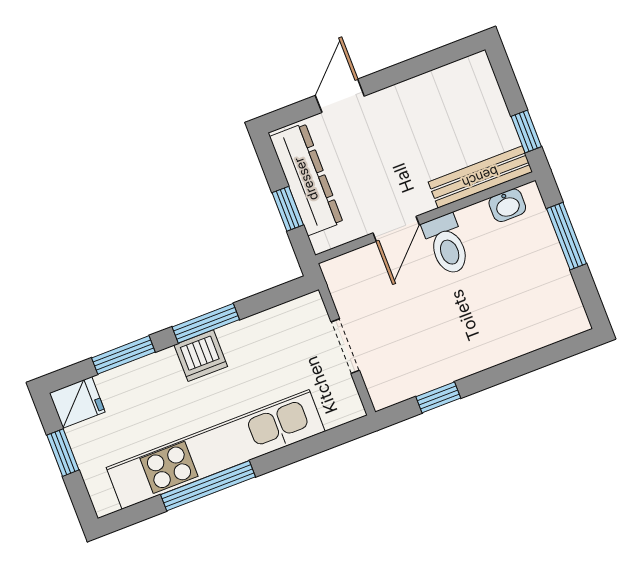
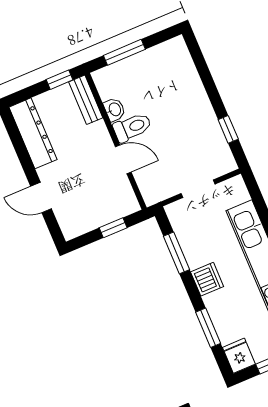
bench: (480, 177) -> (86, 100), width x0.73
dresser: (306, 179) -> (33, 133), moved, turned 90
washbasin: (507, 205) -> (114, 110), moved
window: (206, 323) -> (177, 253), moved

